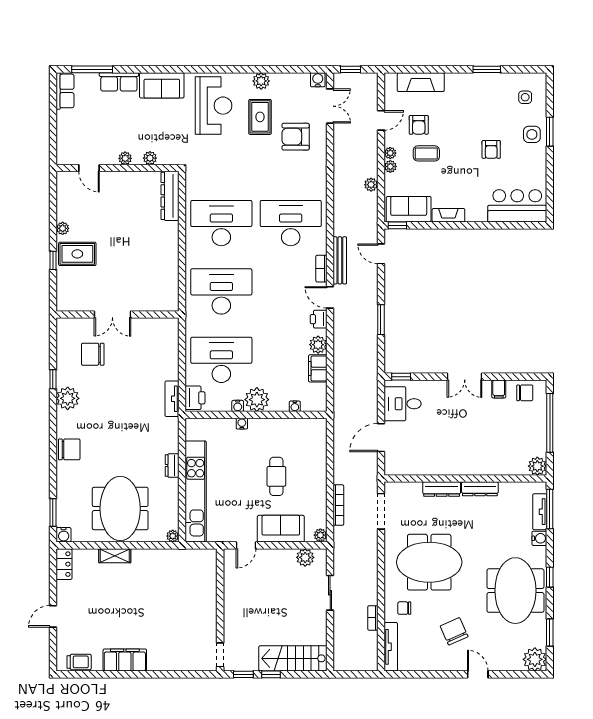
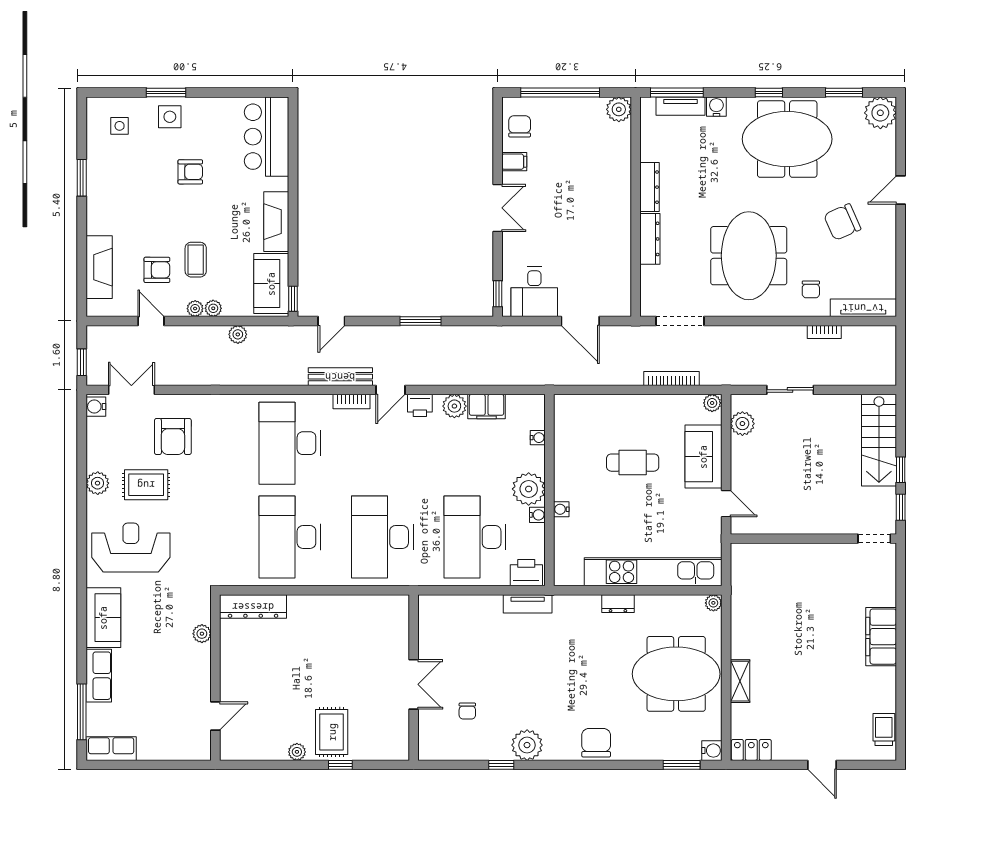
plant: (125, 158) -> (202, 667), removed
fireplace: (448, 215) -> (276, 222), width x1.37, depth x1.32
chair: (93, 354) -> (467, 711), width x0.54, depth x0.54
filing cabinet: (125, 660) -> (881, 637), moved

